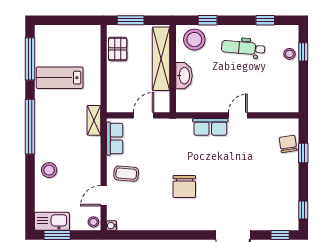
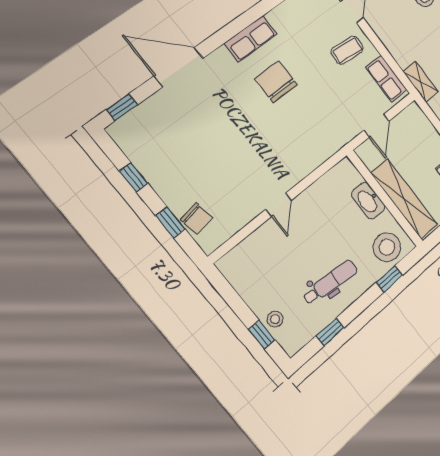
row of seats: (210, 127) -> (251, 39), moved, turned 180
window: (303, 210) -> (134, 177), moved

